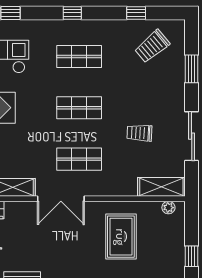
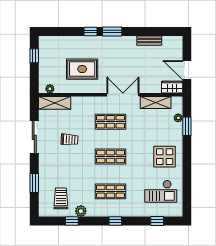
plant: (123, 28) -> (81, 211), added
trolley: (152, 46) -> (61, 198), turned -50
rug: (121, 237) -> (82, 69), turned 90

